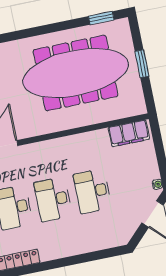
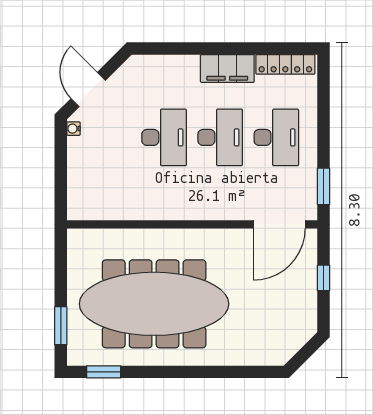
window: (142, 64) -> (61, 326), moved
filing cabinet: (129, 133) -> (227, 68), moved, turned 180

